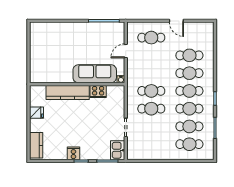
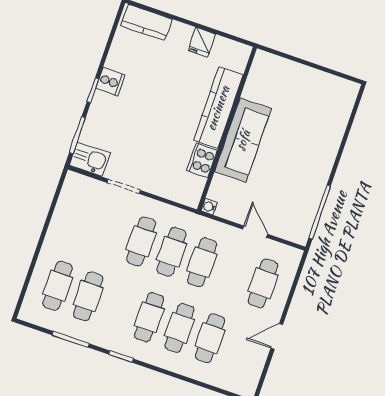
sofa: (95, 74) -> (243, 140), moved
cafe table: (189, 109) -> (202, 262), moved

